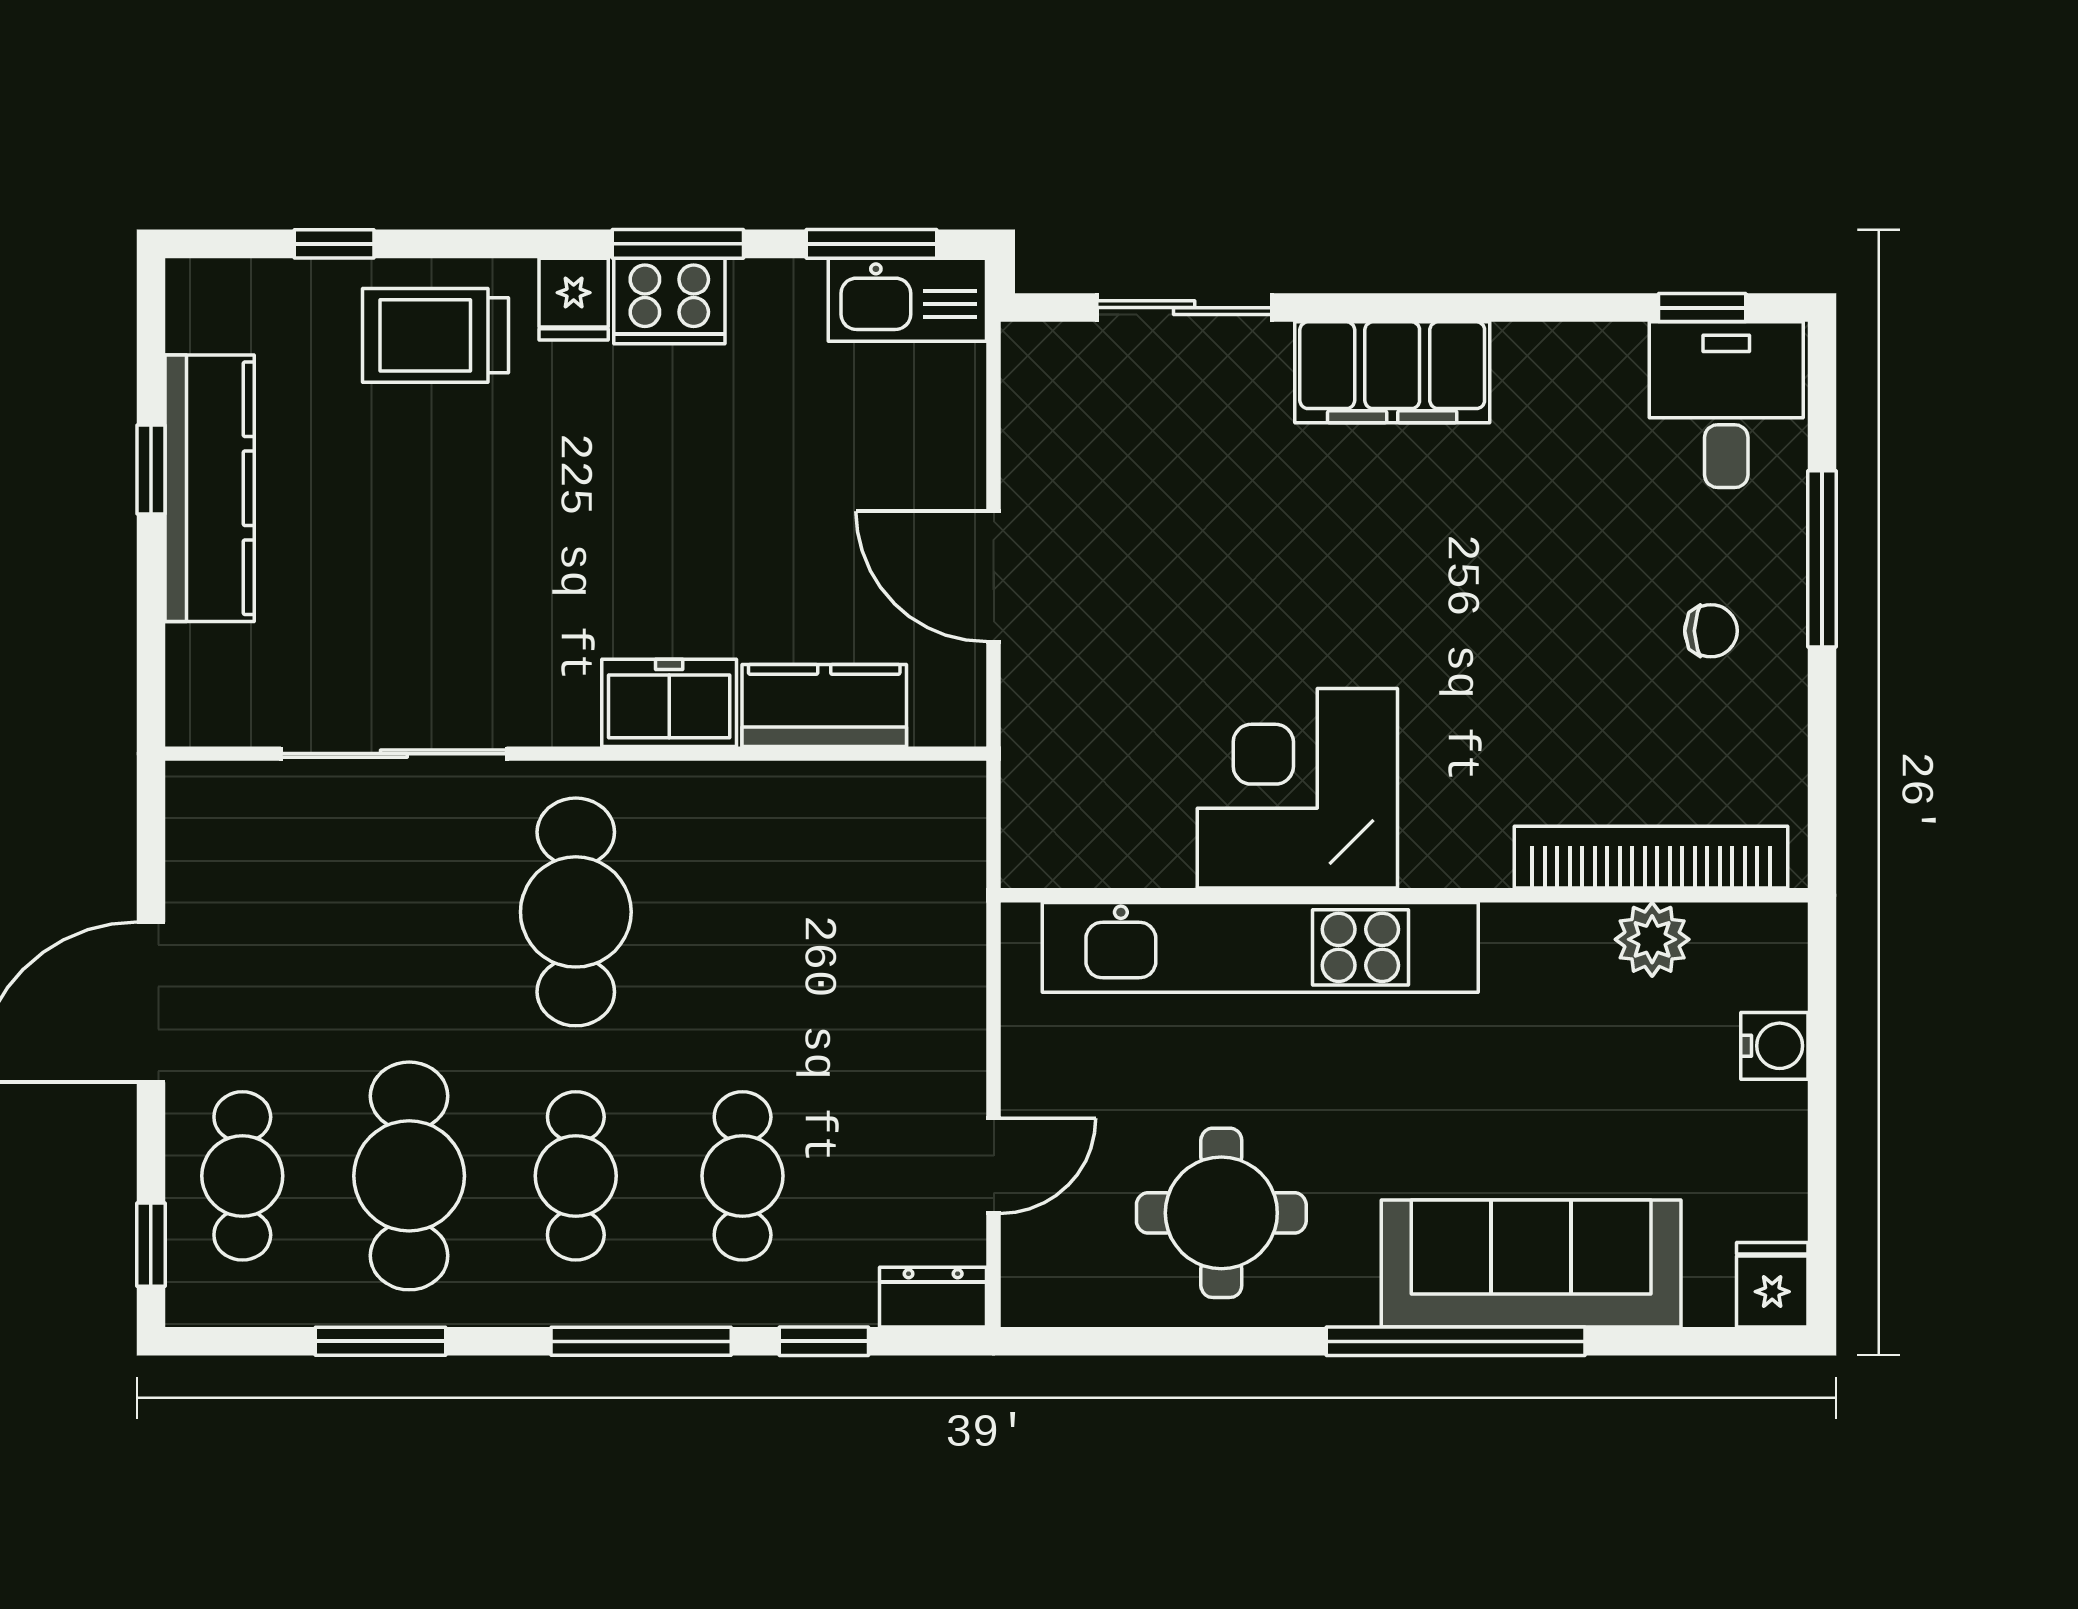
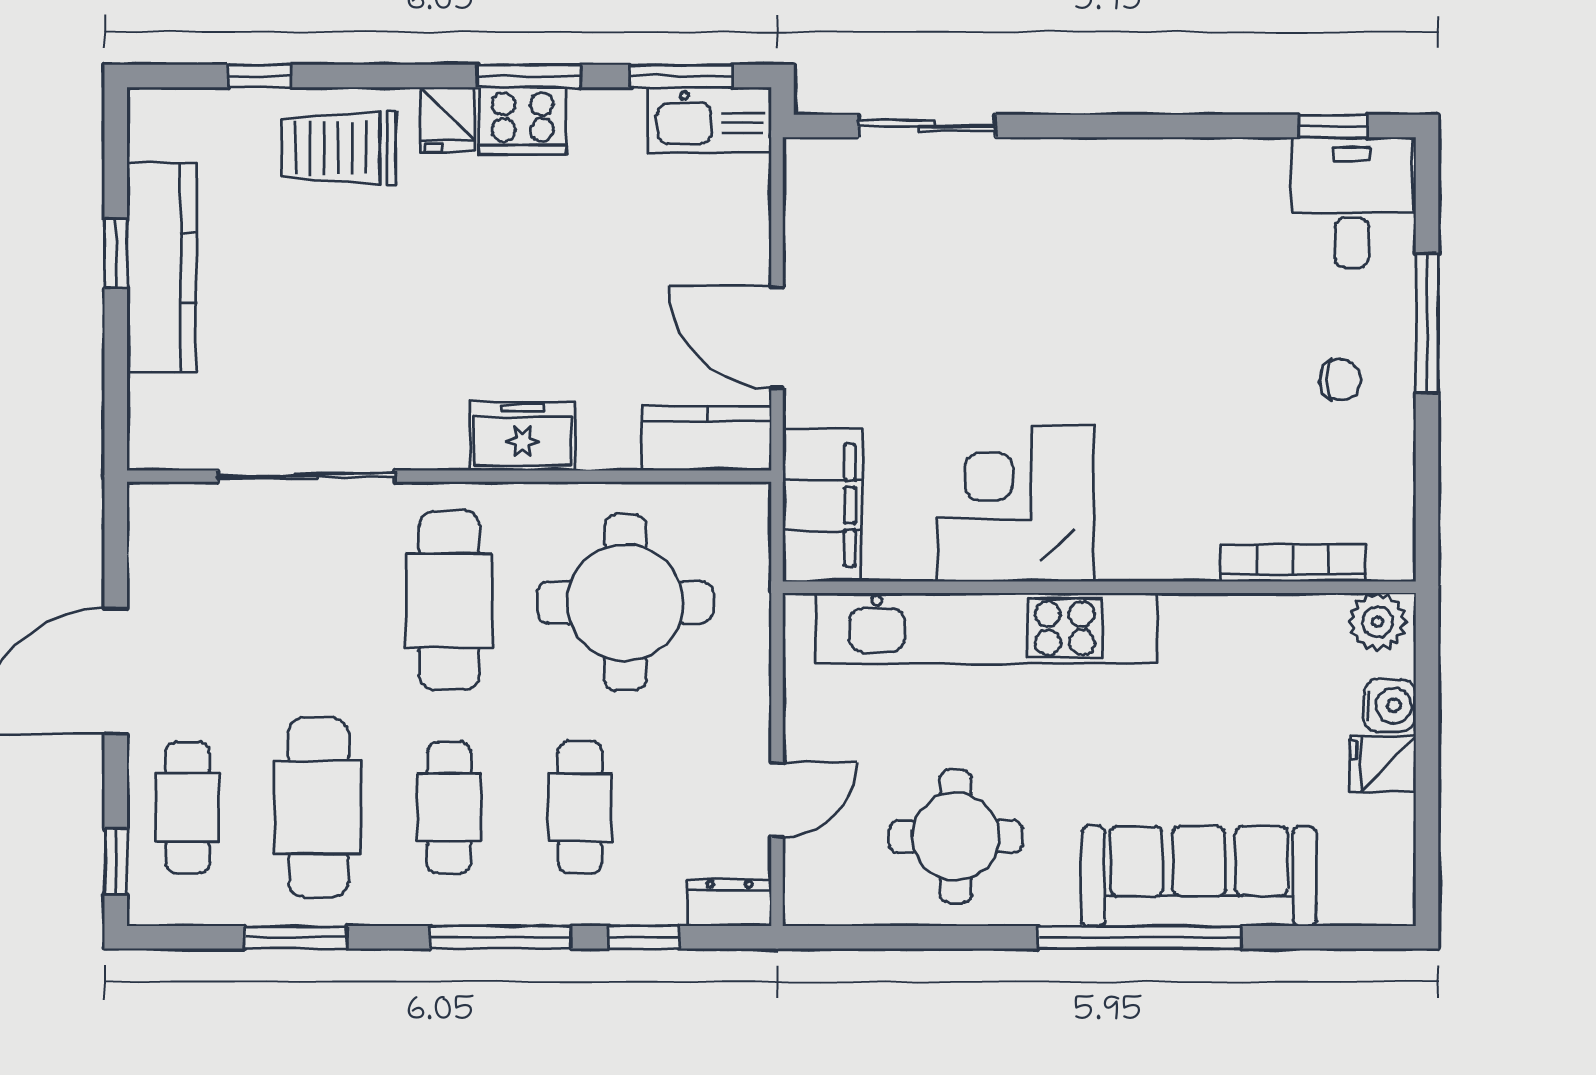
filing cabinet: (1392, 372) -> (822, 505), moved, turned -90
kitchen counter: (824, 706) -> (707, 438), moved
bookcase: (1651, 857) -> (1293, 563), width x0.68, depth x0.76
round table: (800, 914) -> (625, 602), added
plant: (1652, 939) -> (1378, 622), moved
fridge: (1772, 1285) -> (1383, 764), moved, turned -90

